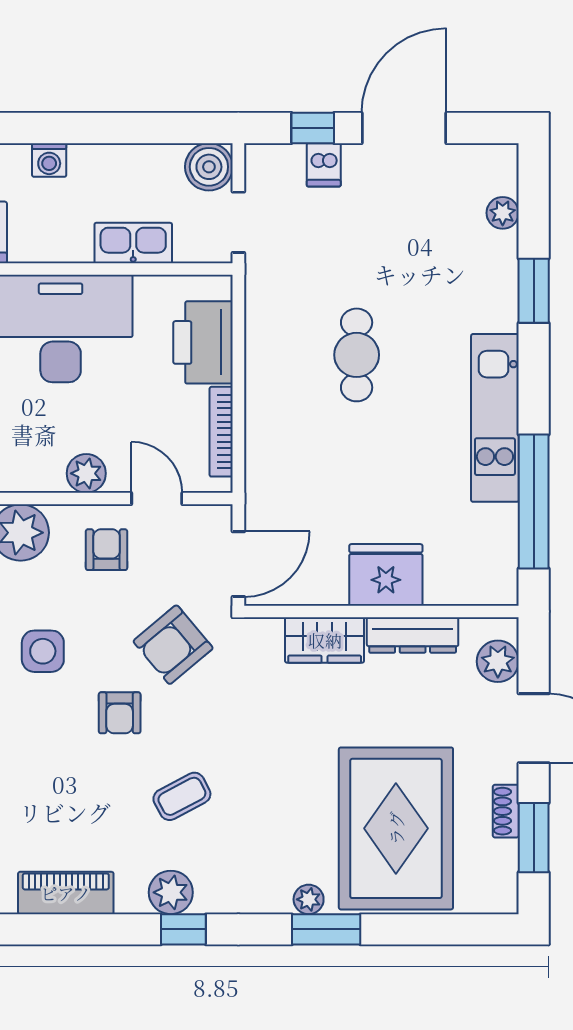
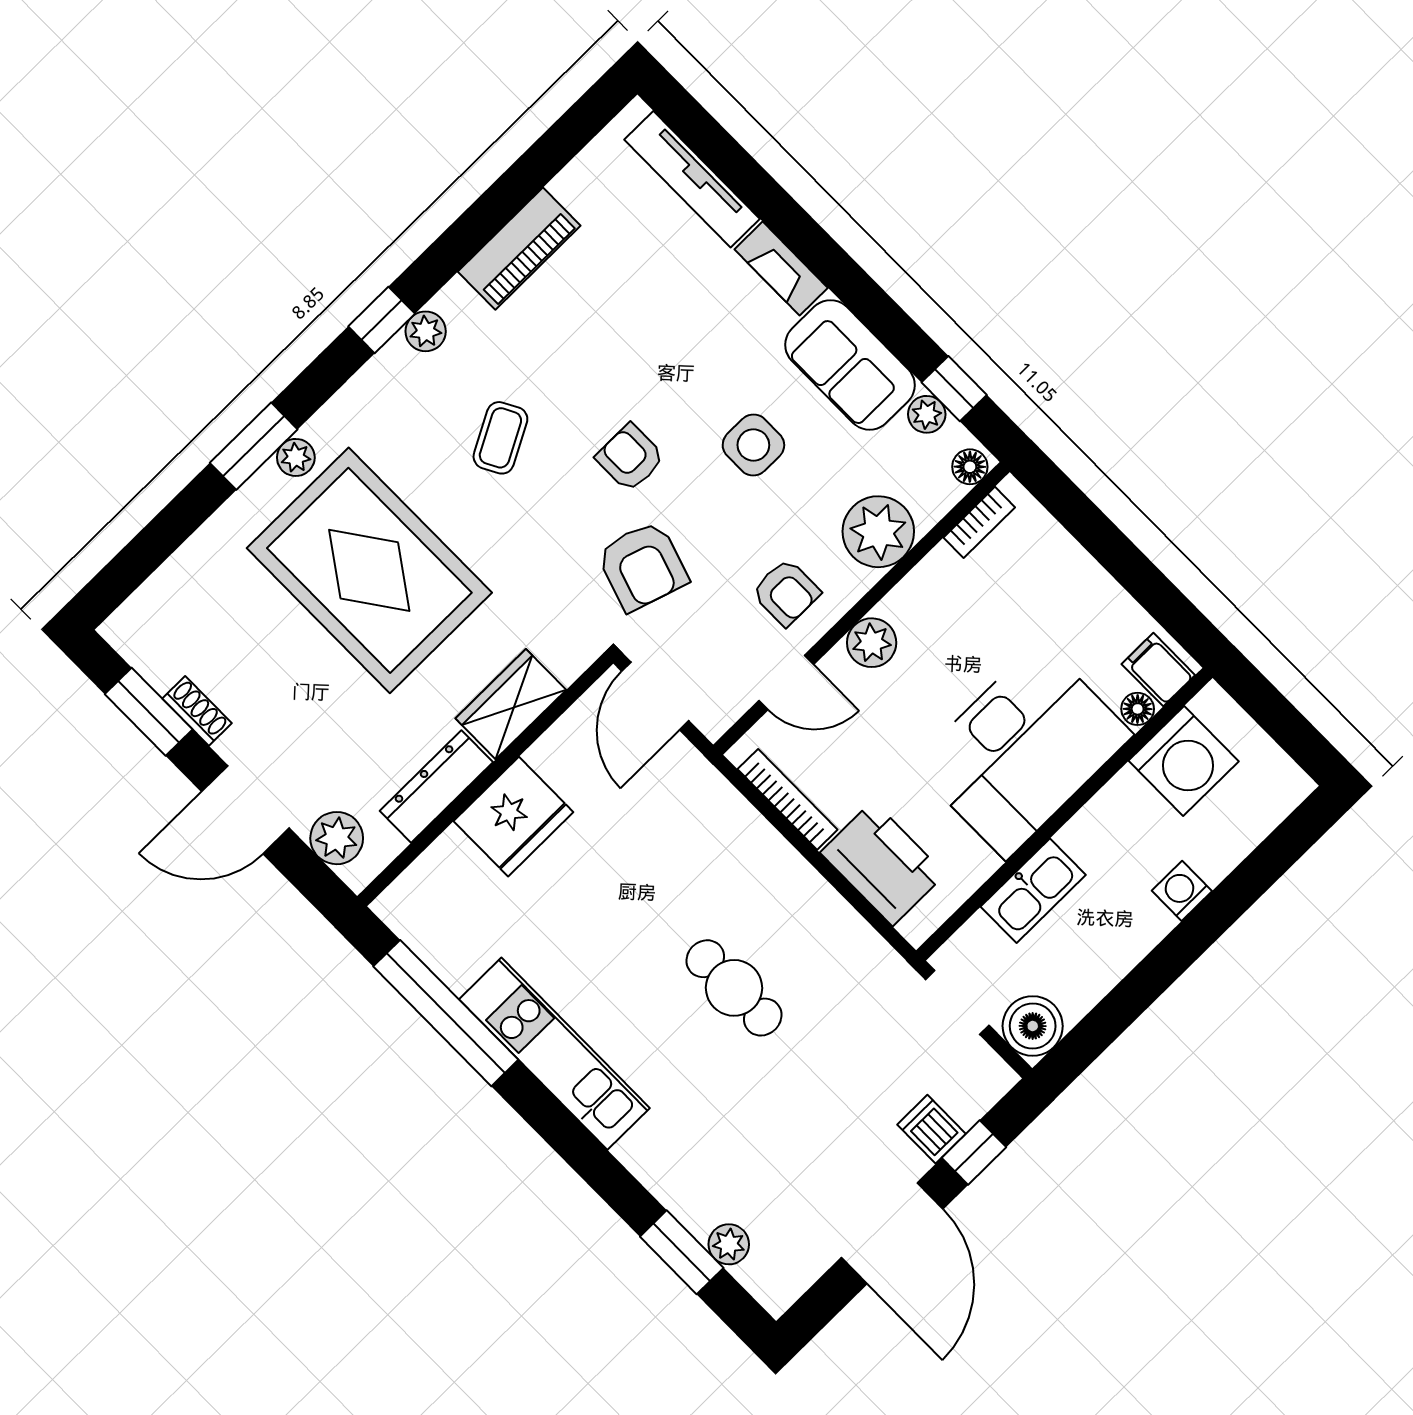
window: (534, 291) -> (682, 1252), moved
armchair: (173, 645) -> (642, 566), turned 148
rug: (396, 828) -> (369, 570), moved
plant: (171, 892) -> (426, 331), width x0.73, depth x0.73

